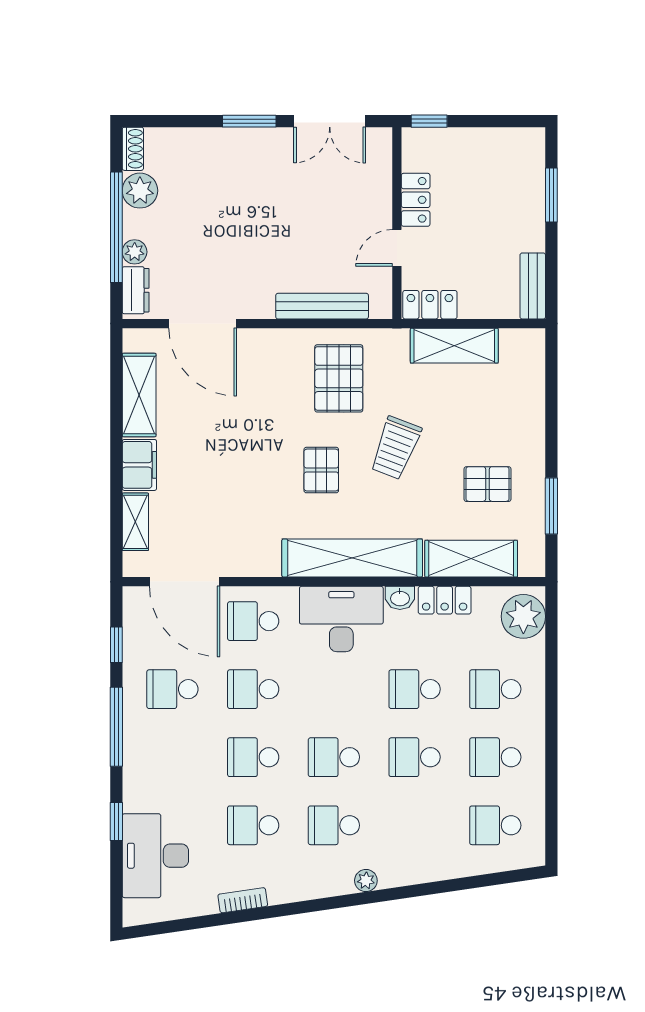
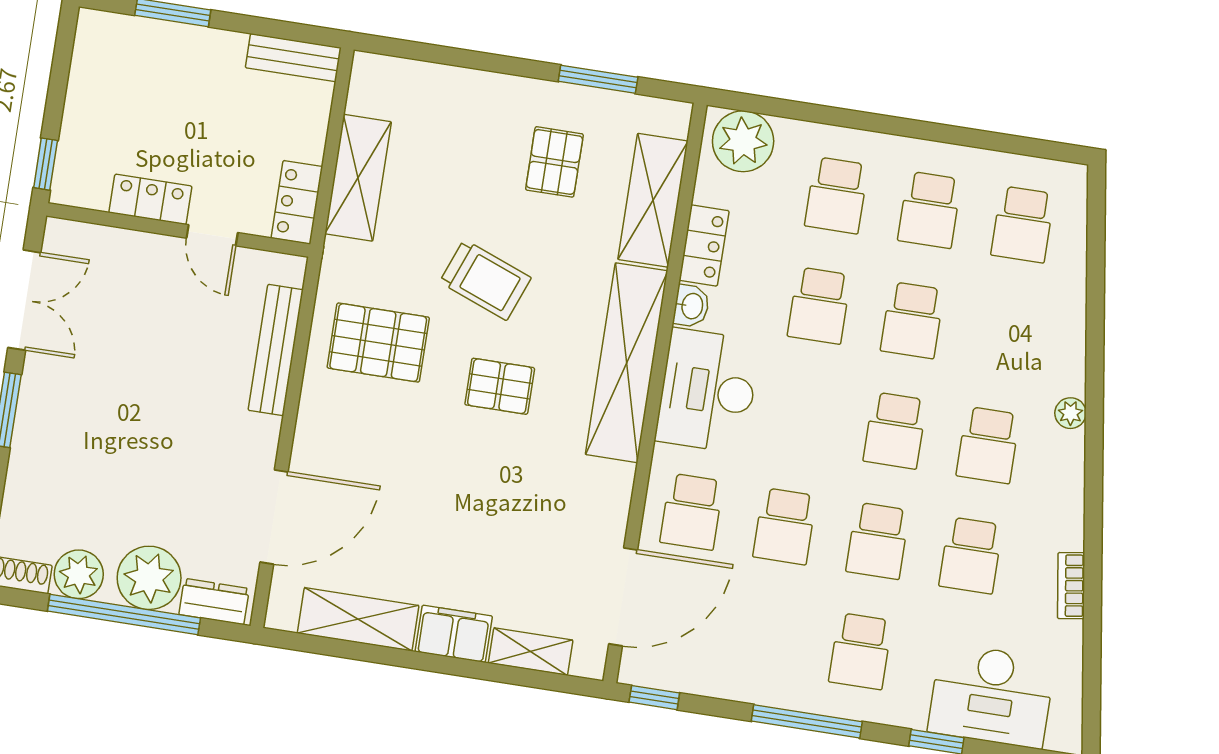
plant: (135, 252) -> (149, 578), width x1.88, depth x1.88
window: (116, 645) -> (654, 698), moved
school desk: (172, 689) -> (860, 651), moved

